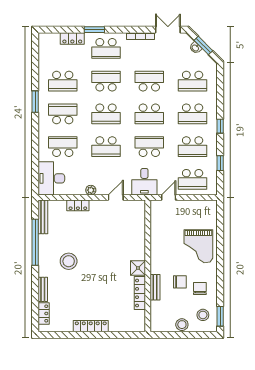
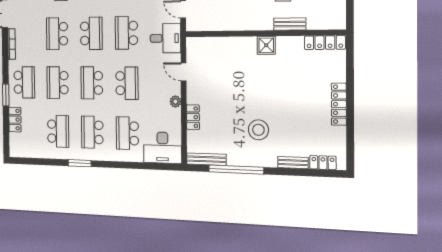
school desk: (106, 114) -> (92, 83), turned 180
locker: (140, 293) -> (325, 43), moved

